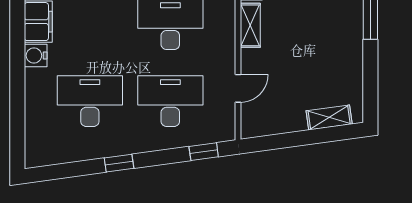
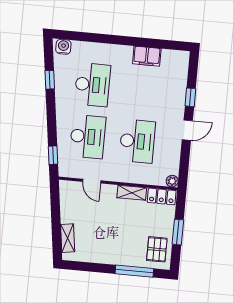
water cooler: (36, 56) -> (63, 47), moved
window: (119, 163) -> (50, 80), moved

